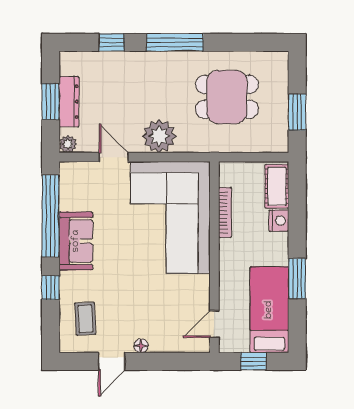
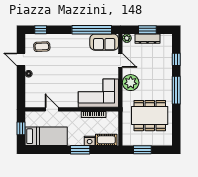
dining table: (227, 97) -> (150, 116), width x1.37
door: (114, 157) -> (120, 60), hinge flipped
corner sofa: (170, 217) -> (98, 93), width x0.73, depth x0.74
sofa: (76, 241) -> (104, 42), moved
window: (297, 279) -> (80, 150), moved
window: (51, 288) -> (41, 30), moved
door: (214, 324) -> (52, 109), moved

